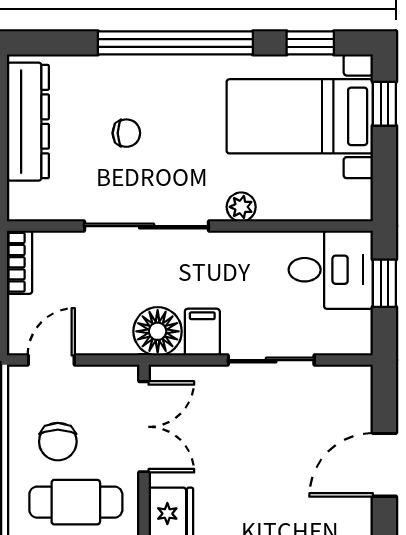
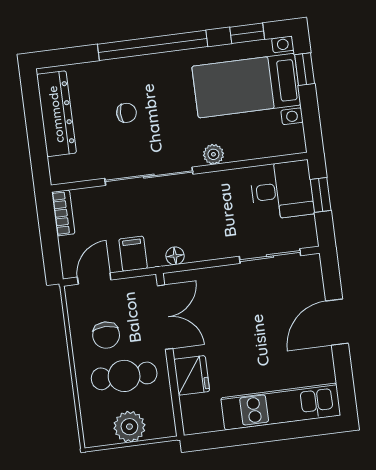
floor lamp: (158, 331) -> (175, 256), width x0.53, depth x0.53
filing cabinet: (202, 332) -> (133, 254), moved
sliding door: (271, 360) -> (270, 256), moved

